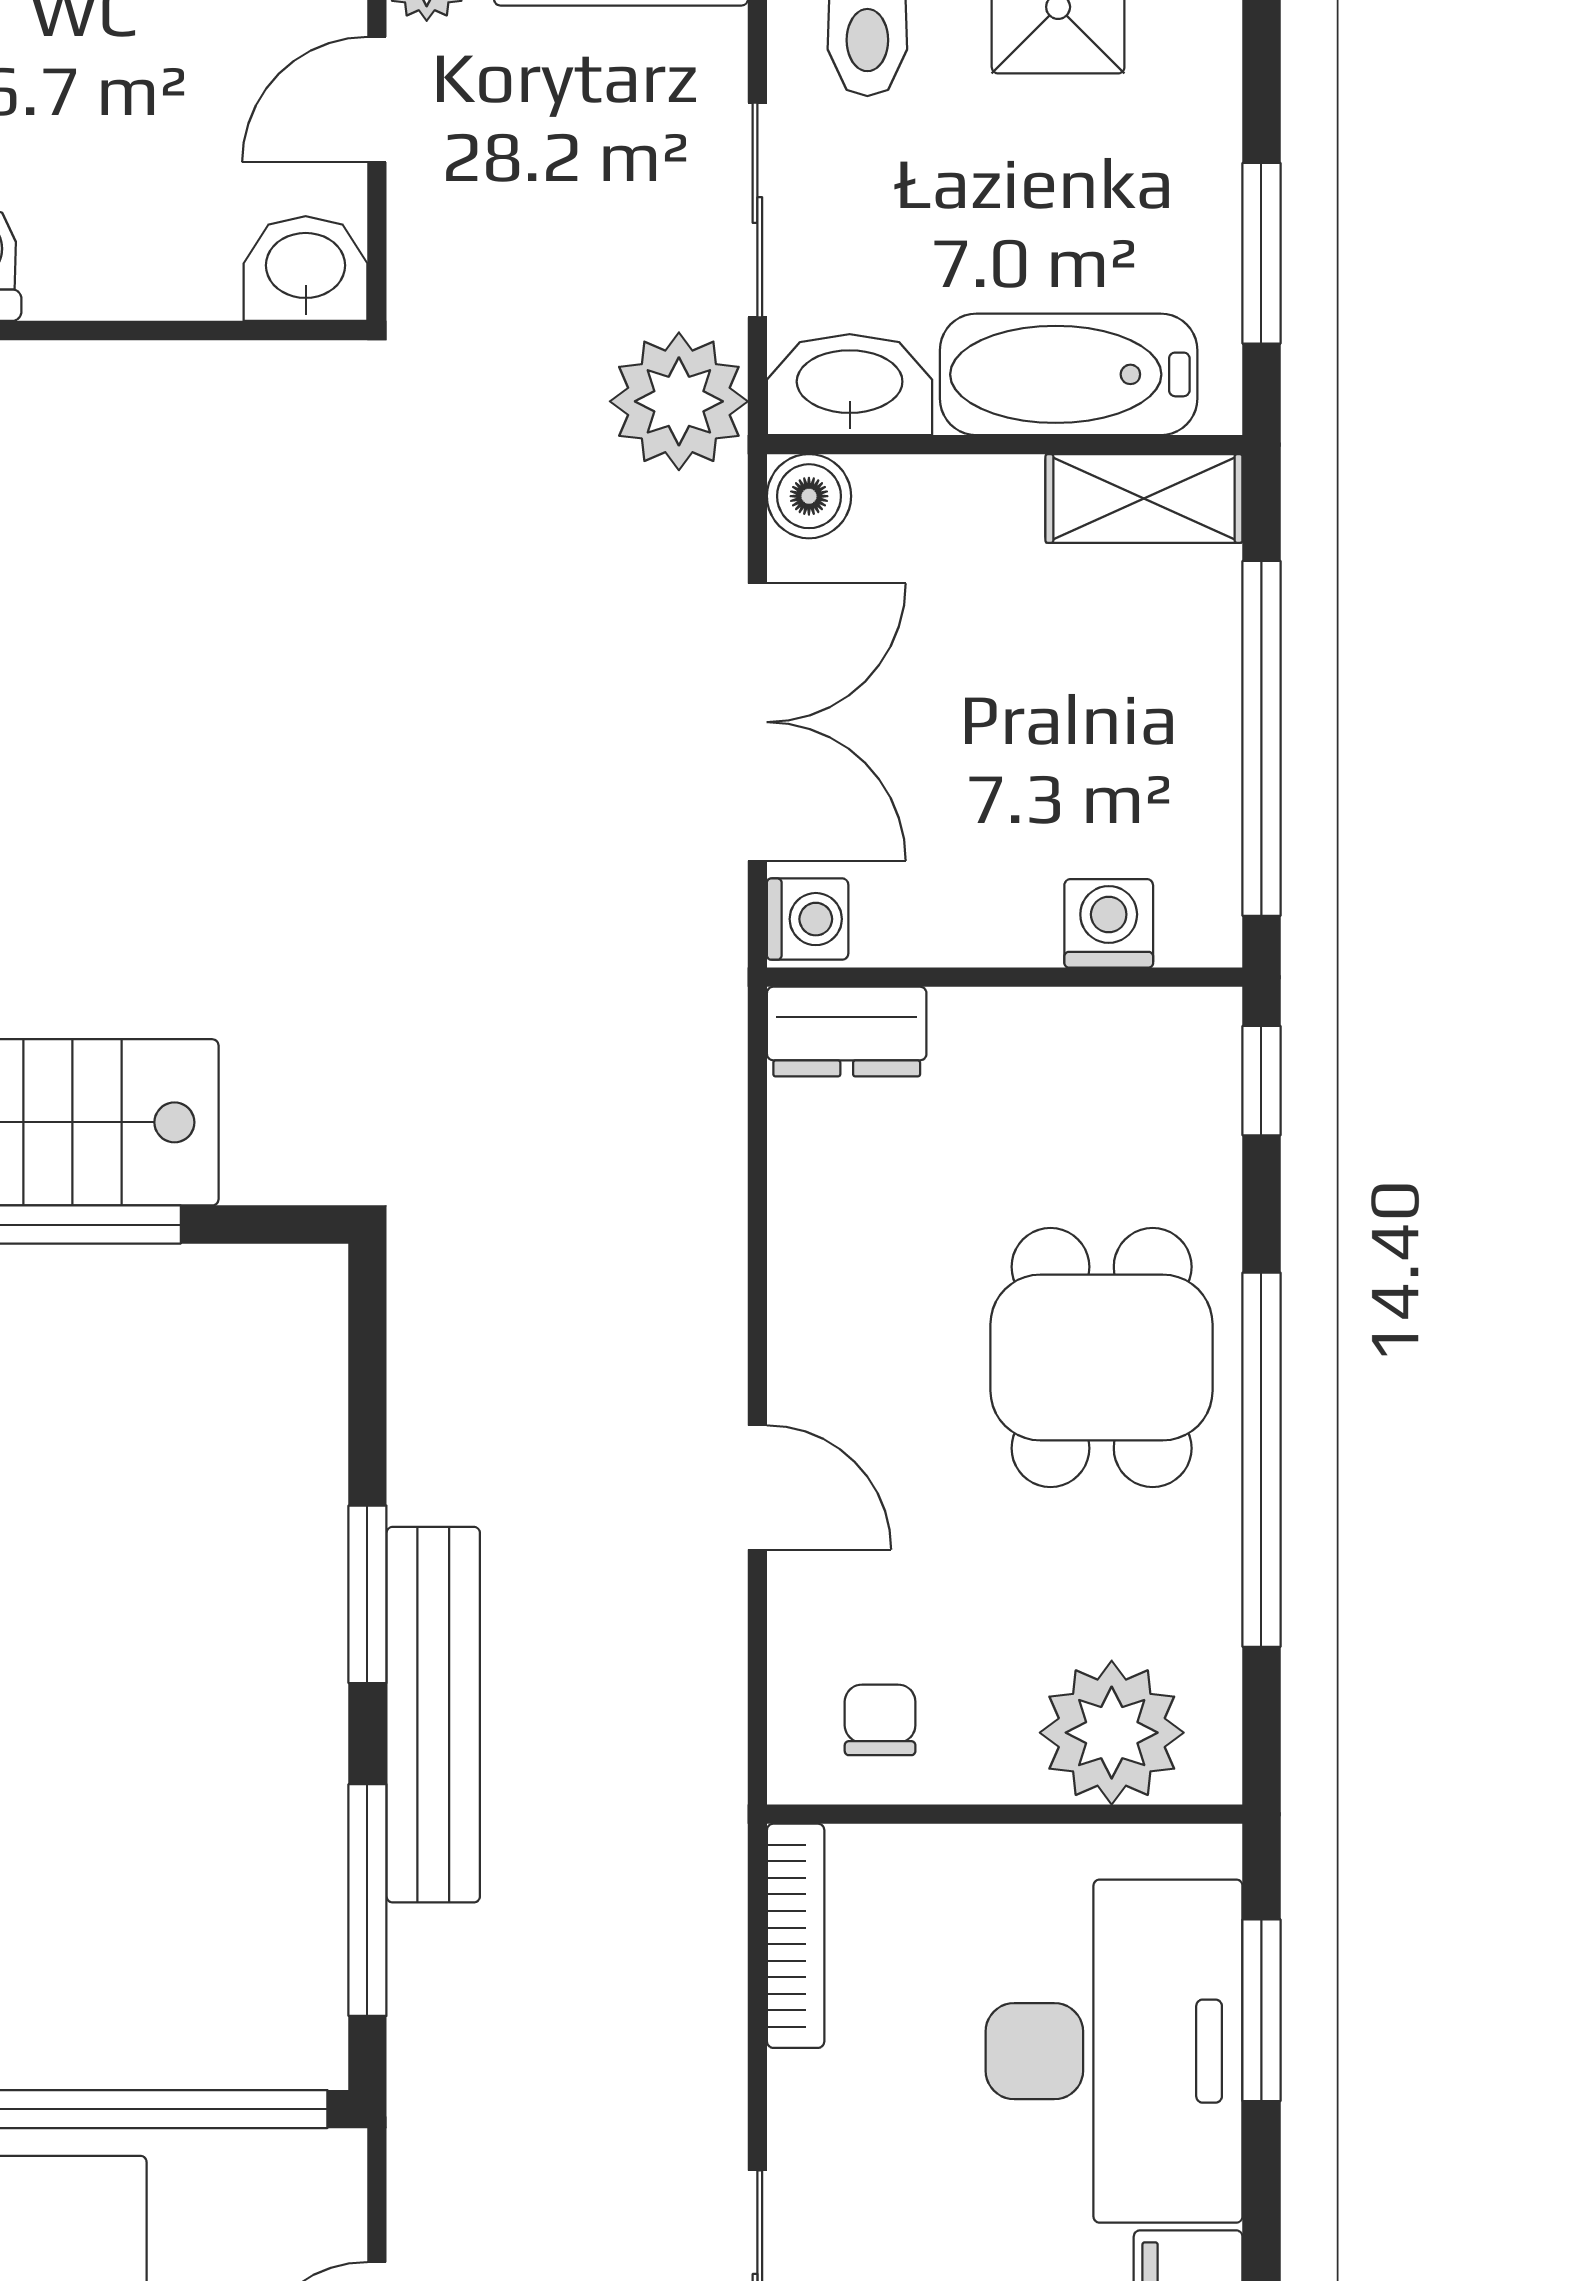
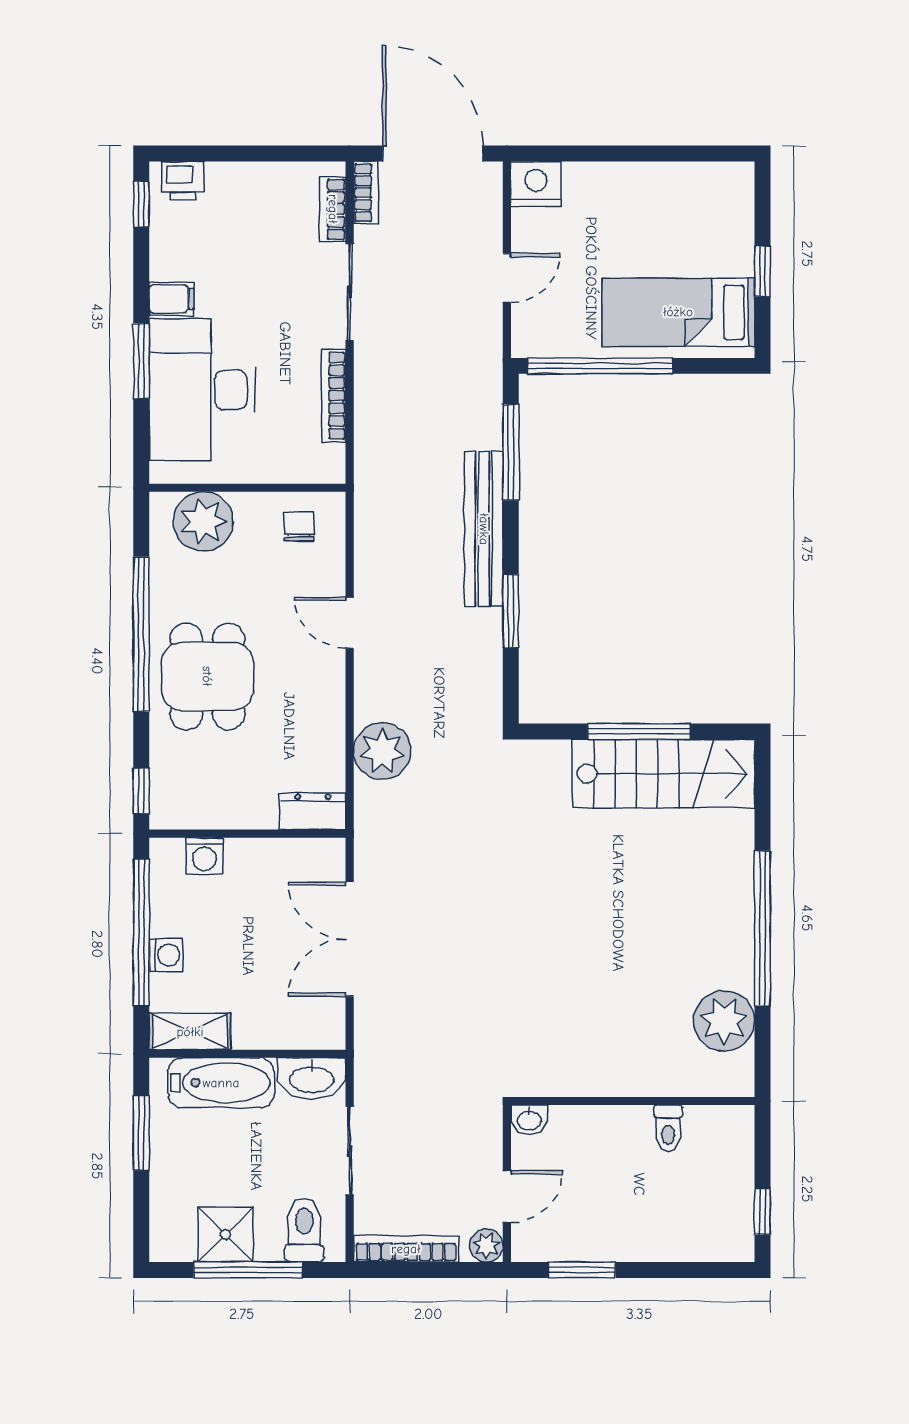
washbasin: (306, 269) -> (529, 1120), width x0.72, depth x0.69
plant: (679, 401) -> (382, 751), moved
boiler: (809, 496) -> (328, 1032), removed
washing machine: (808, 919) -> (166, 955), moved, turned 180
window: (367, 1594) -> (511, 611), moved
chair: (880, 1720) -> (299, 527), turned 180
bookcase: (796, 1936) -> (334, 396), moved
window: (1261, 2010) -> (141, 361), moved

